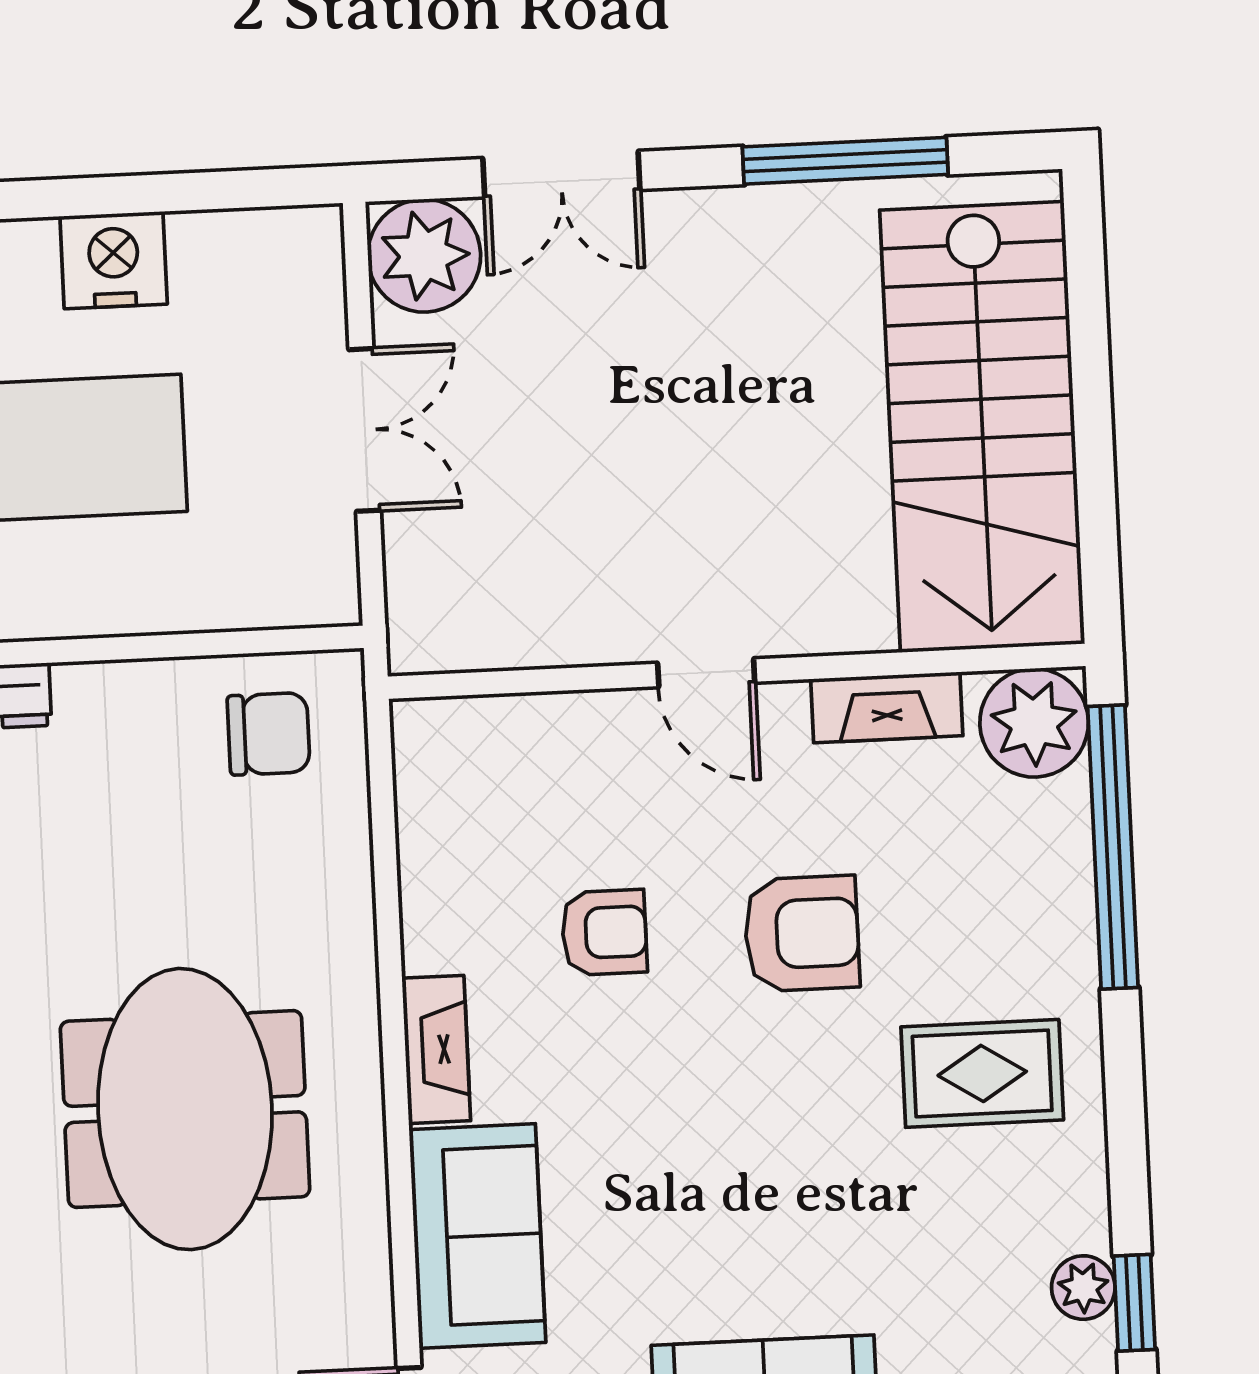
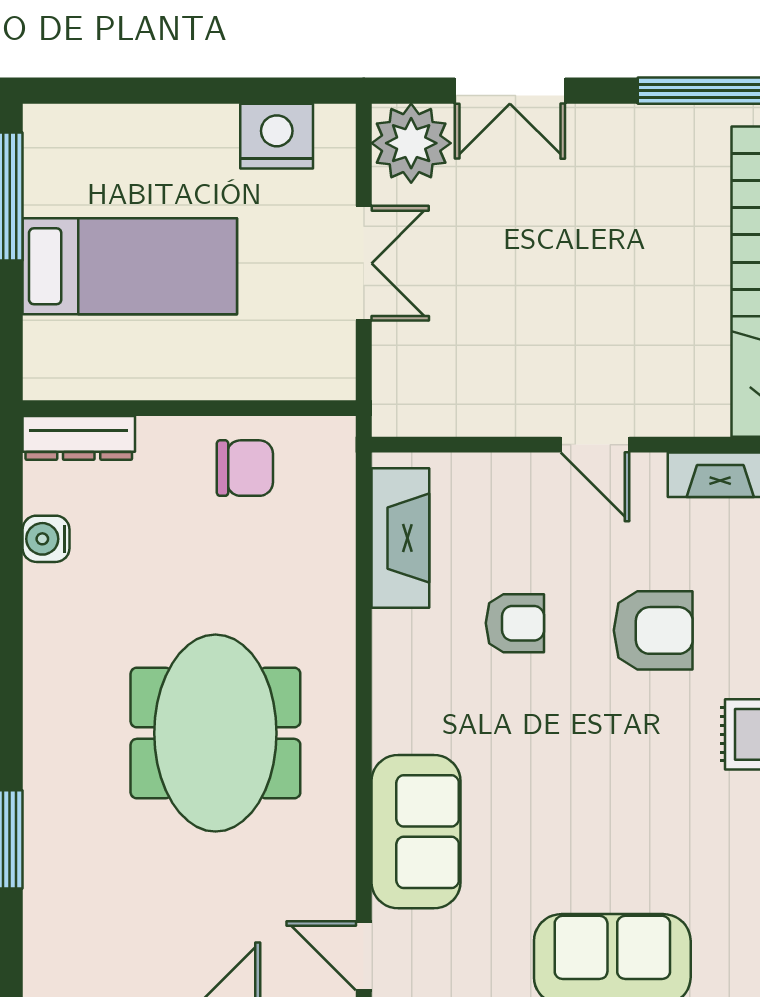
nightstand: (114, 260) -> (277, 136), moved
chair: (269, 734) -> (245, 468), moved
fireplace: (436, 1049) -> (400, 538), moved, width x1.37, depth x1.32

